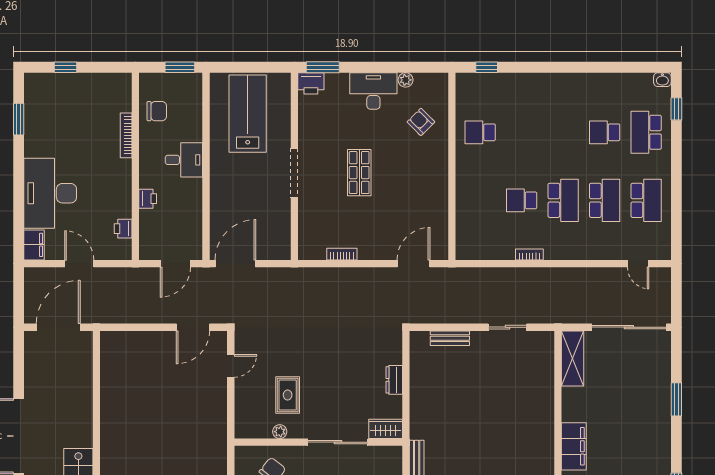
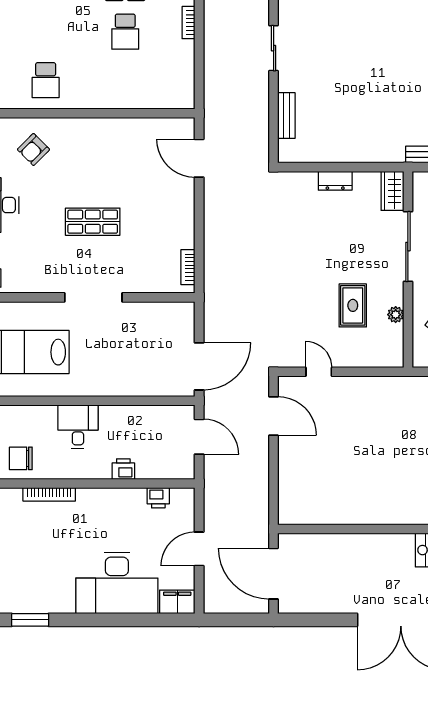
chair: (157, 111) -> (21, 458), turned -90
bookcase: (342, 254) -> (188, 267), moved
door: (235, 264) -> (199, 366), swing flipped
rug: (288, 395) -> (353, 305), turned 90

